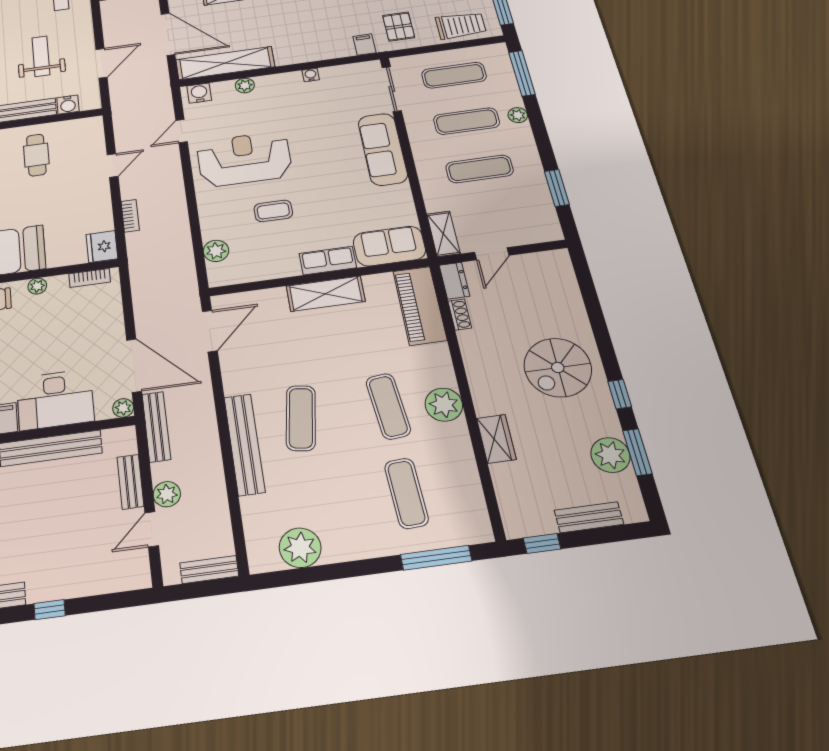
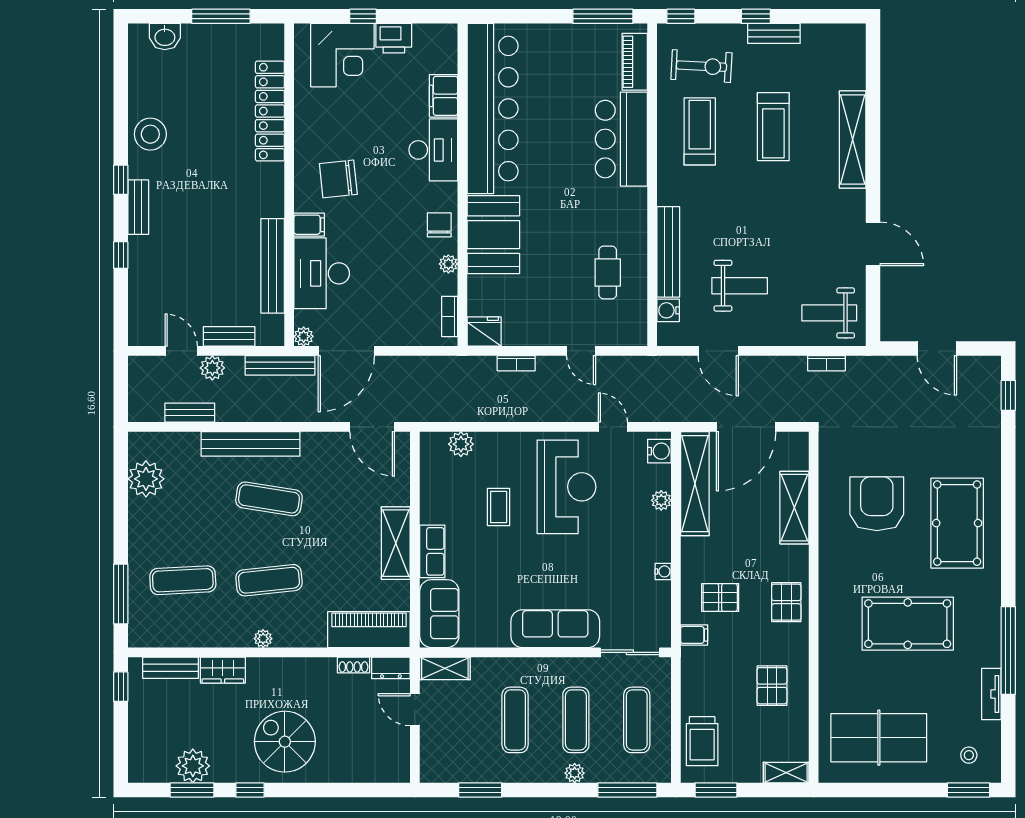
pallet: (399, 27) -> (720, 597), moved
cafe table: (36, 155) -> (608, 273), turned 90
plant: (444, 405) -> (263, 639), width x0.53, depth x0.53
bench: (589, 517) -> (171, 668), moved, turned 90
bench: (209, 570) -> (190, 413), moved, turned 90

